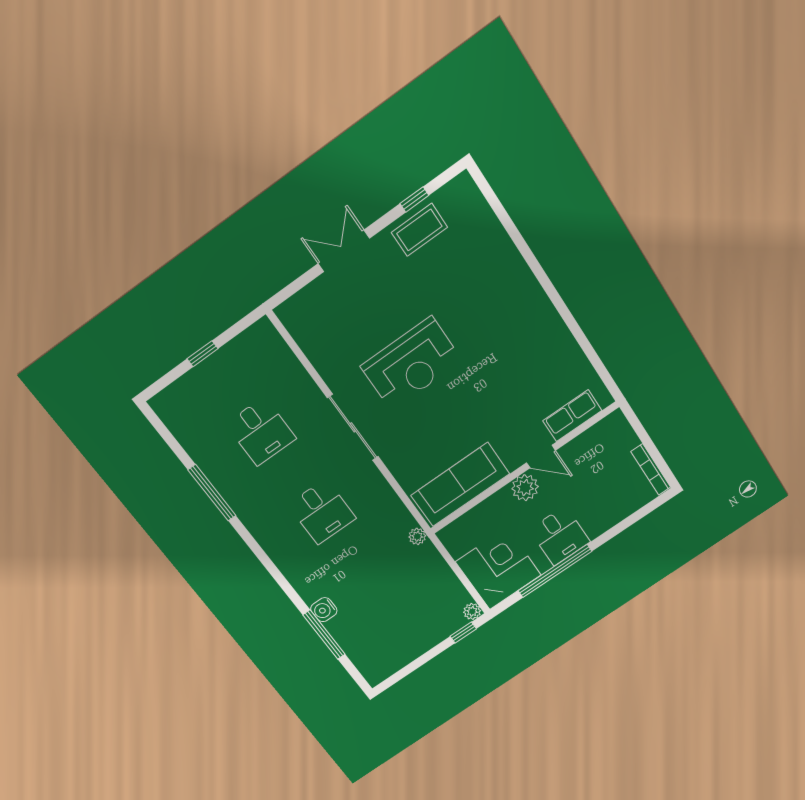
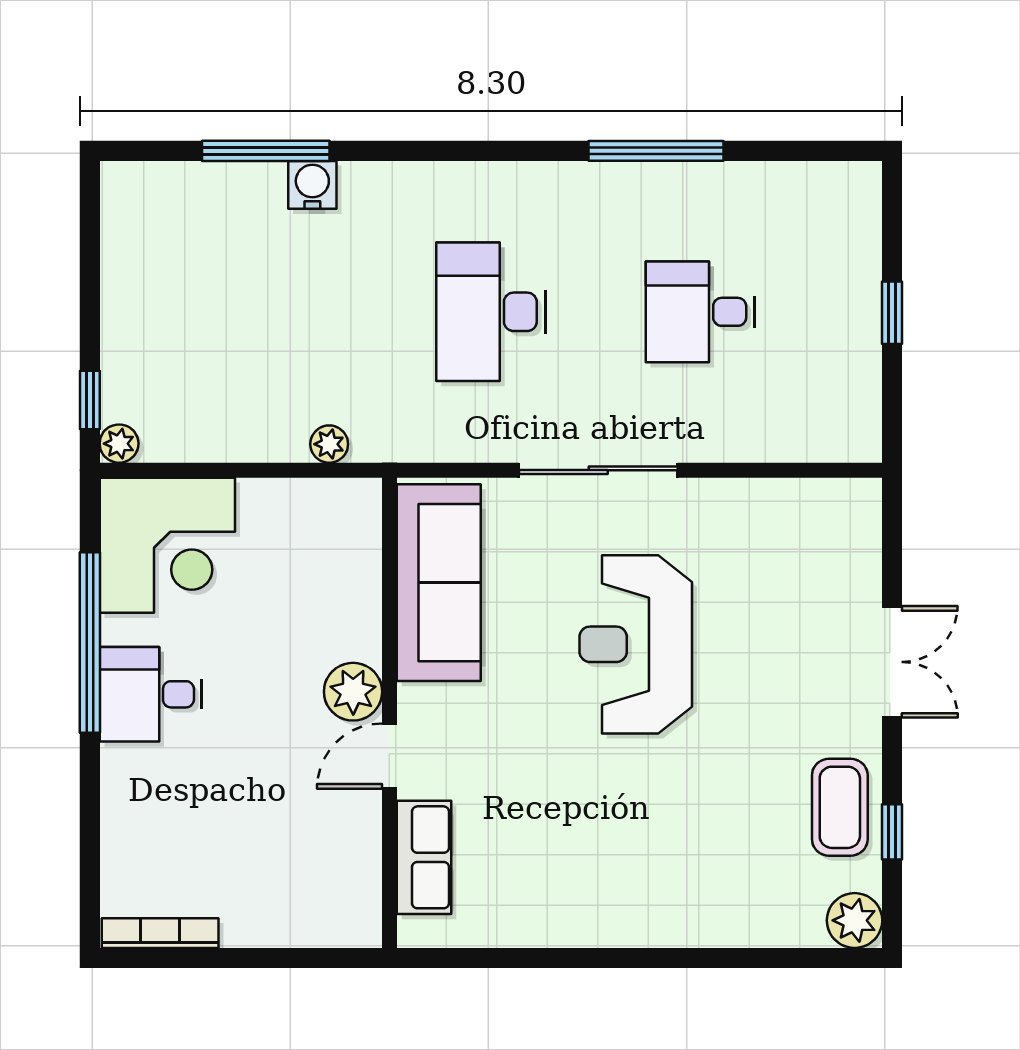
plant: (463, 189) -> (855, 920), added
row of seats: (572, 416) -> (424, 857), moved
door: (541, 457) -> (389, 756), moved
wall: (524, 468) -> (389, 713), moved
sofa: (460, 485) -> (439, 583), moved
plant: (525, 488) -> (353, 692), moved
desk: (322, 512) -> (491, 312), width x1.37

